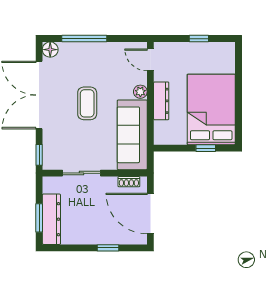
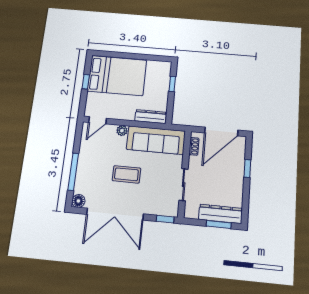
dresser: (161, 101) -> (150, 117), moved
bed: (211, 109) -> (117, 76), moved, turned 180

